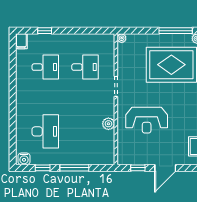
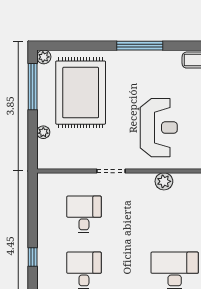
window: (45, 31) -> (33, 257), moved
plant: (122, 38) -> (43, 132), moved

